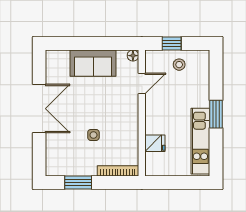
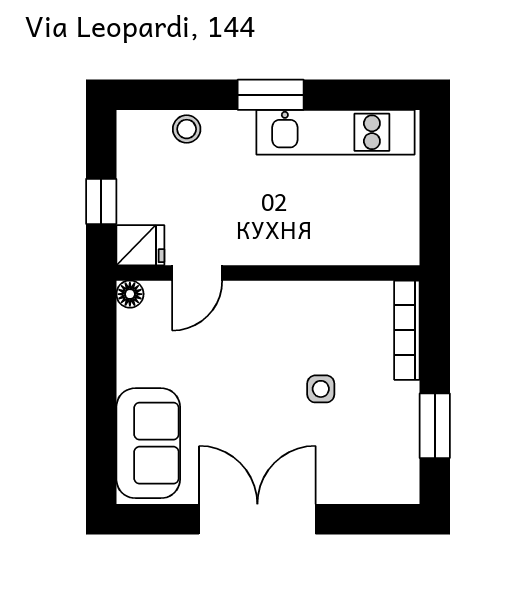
sofa: (93, 63) -> (148, 443), moved
stool: (179, 65) -> (187, 129), moved
door: (142, 84) -> (197, 273), swing flipped
fridge: (155, 143) -> (140, 245), moved, turned 90

